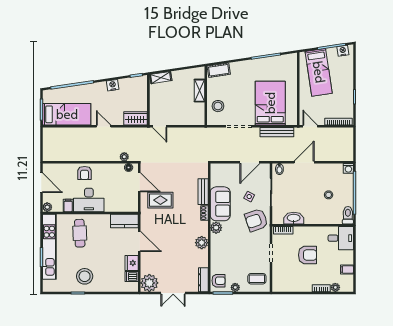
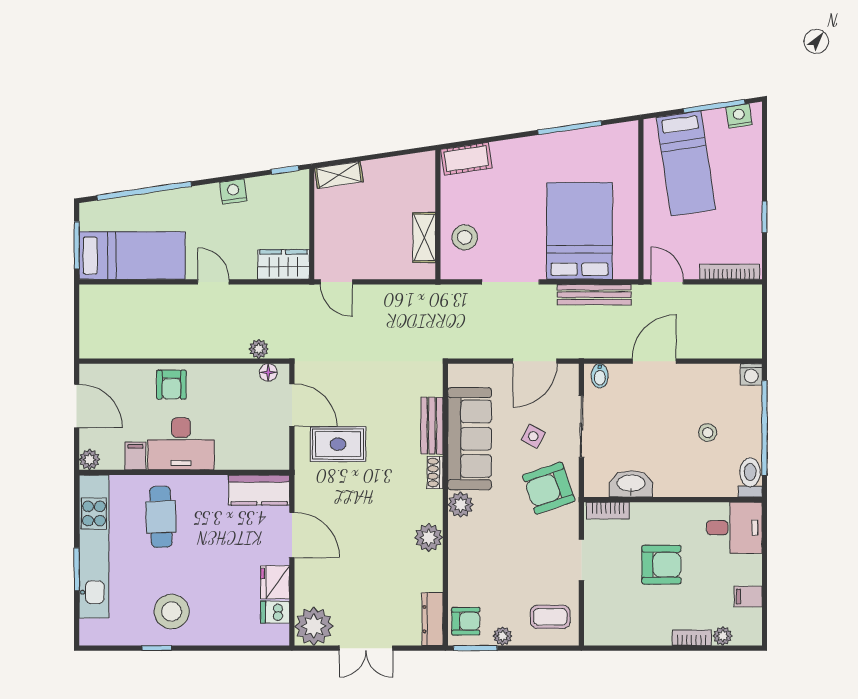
shelving: (200, 91) -> (424, 237), moved
sofa: (220, 204) -> (470, 439), width x1.36

